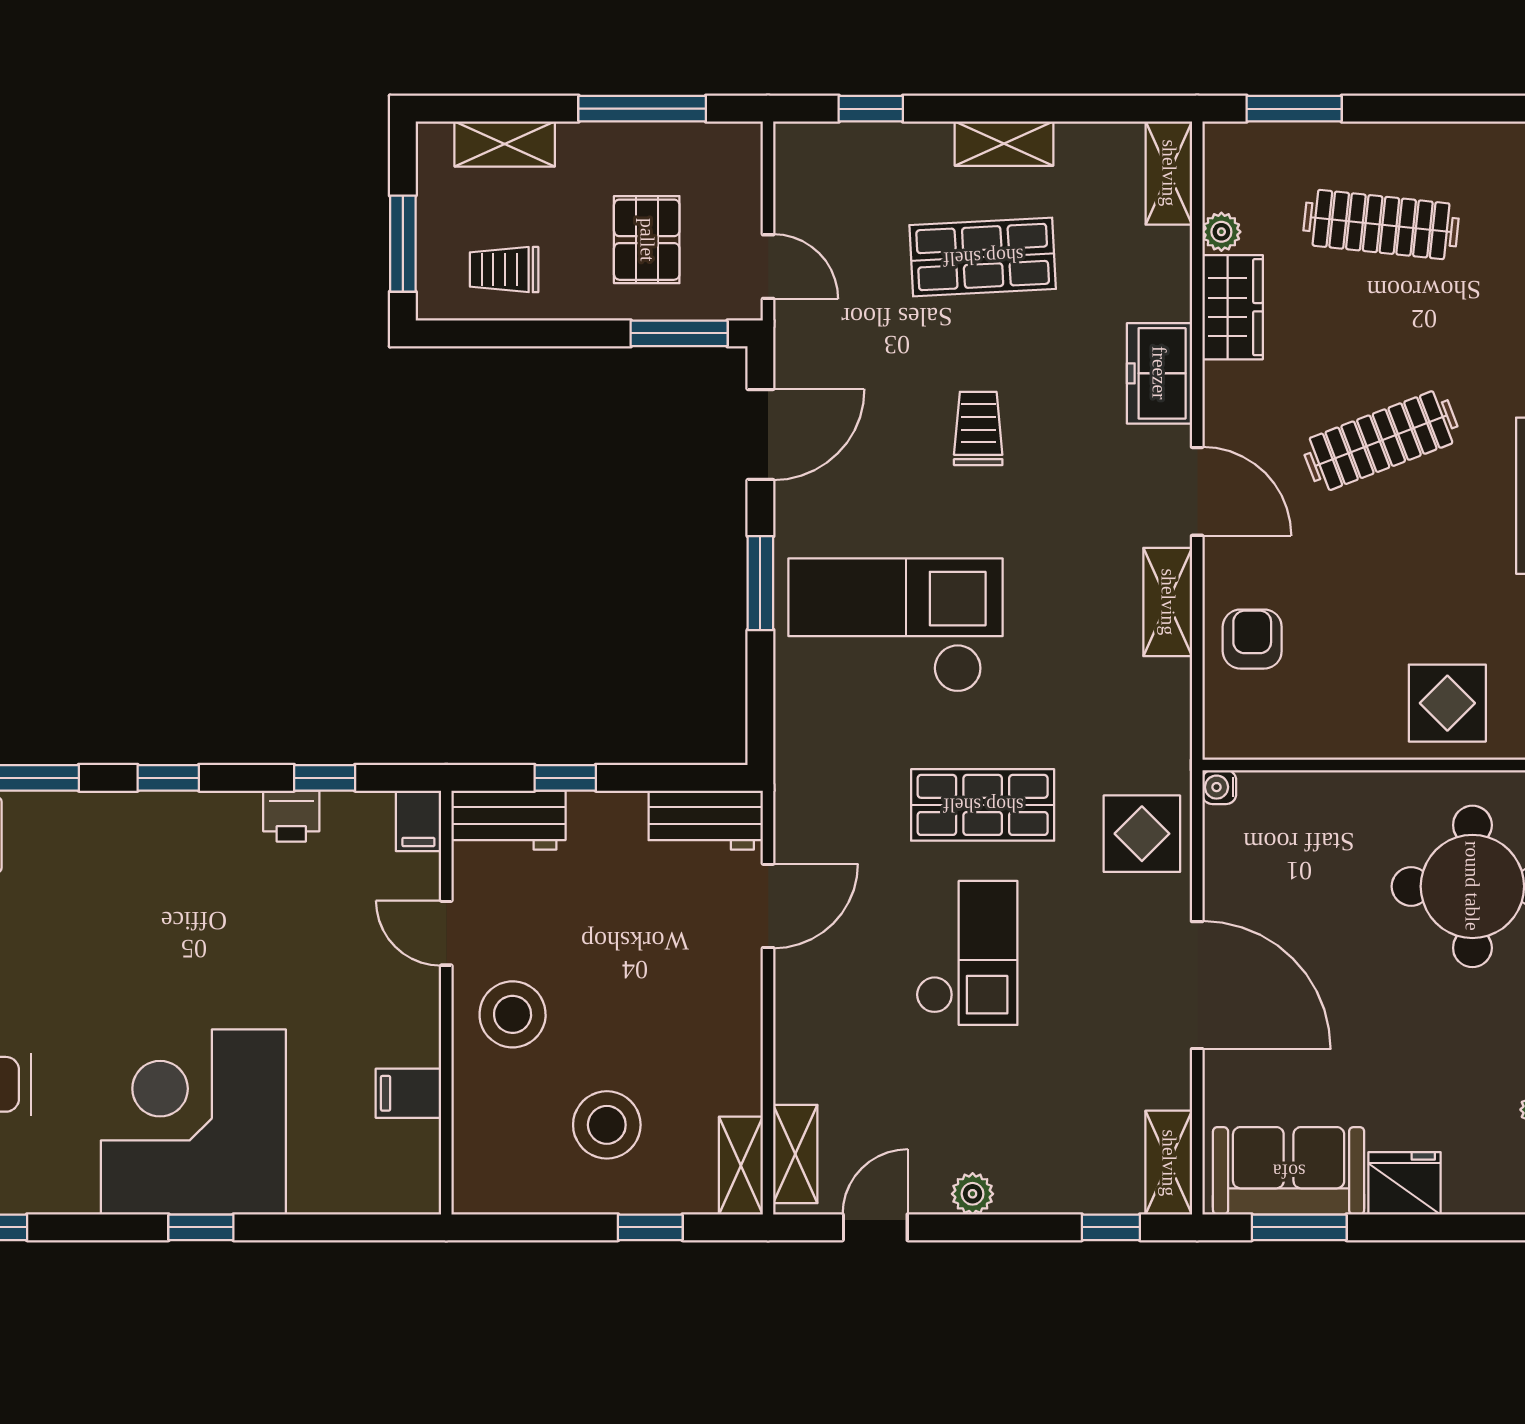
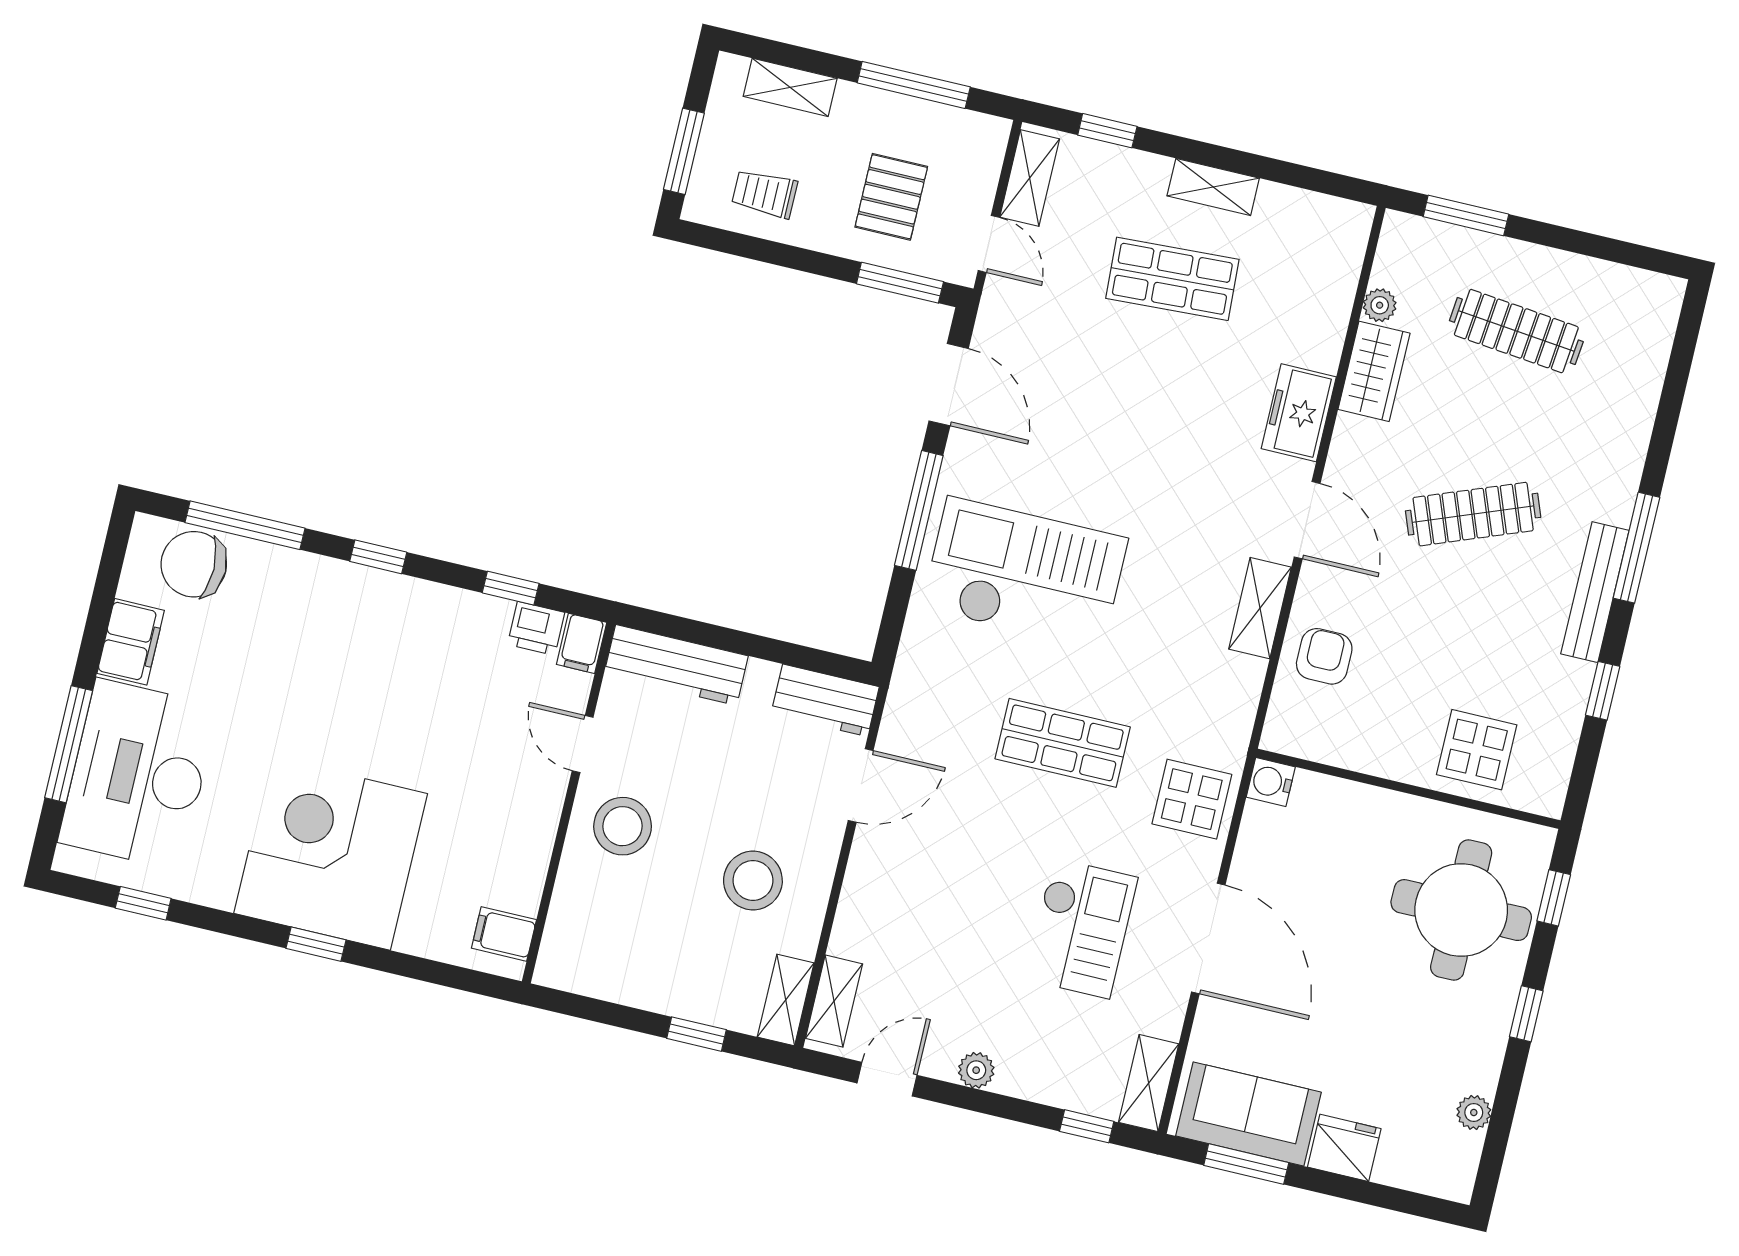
shelving: (1169, 173) -> (1030, 178), moved
trolley: (978, 428) -> (1134, 423), removed
door: (760, 435) -> (949, 385), hinge flipped
window: (760, 583) -> (919, 510), width x1.44
window: (565, 778) -> (714, 636), removed
water cooler: (1219, 787) -> (1271, 782), width x1.38, depth x1.38
printer: (291, 816) -> (536, 628), moved
workbench: (508, 820) -> (676, 665), width x1.38
checkout: (967, 953) -> (1081, 928), moved
filing cabinet: (408, 1093) -> (504, 934), moved
stool: (607, 1125) -> (753, 880), moved

